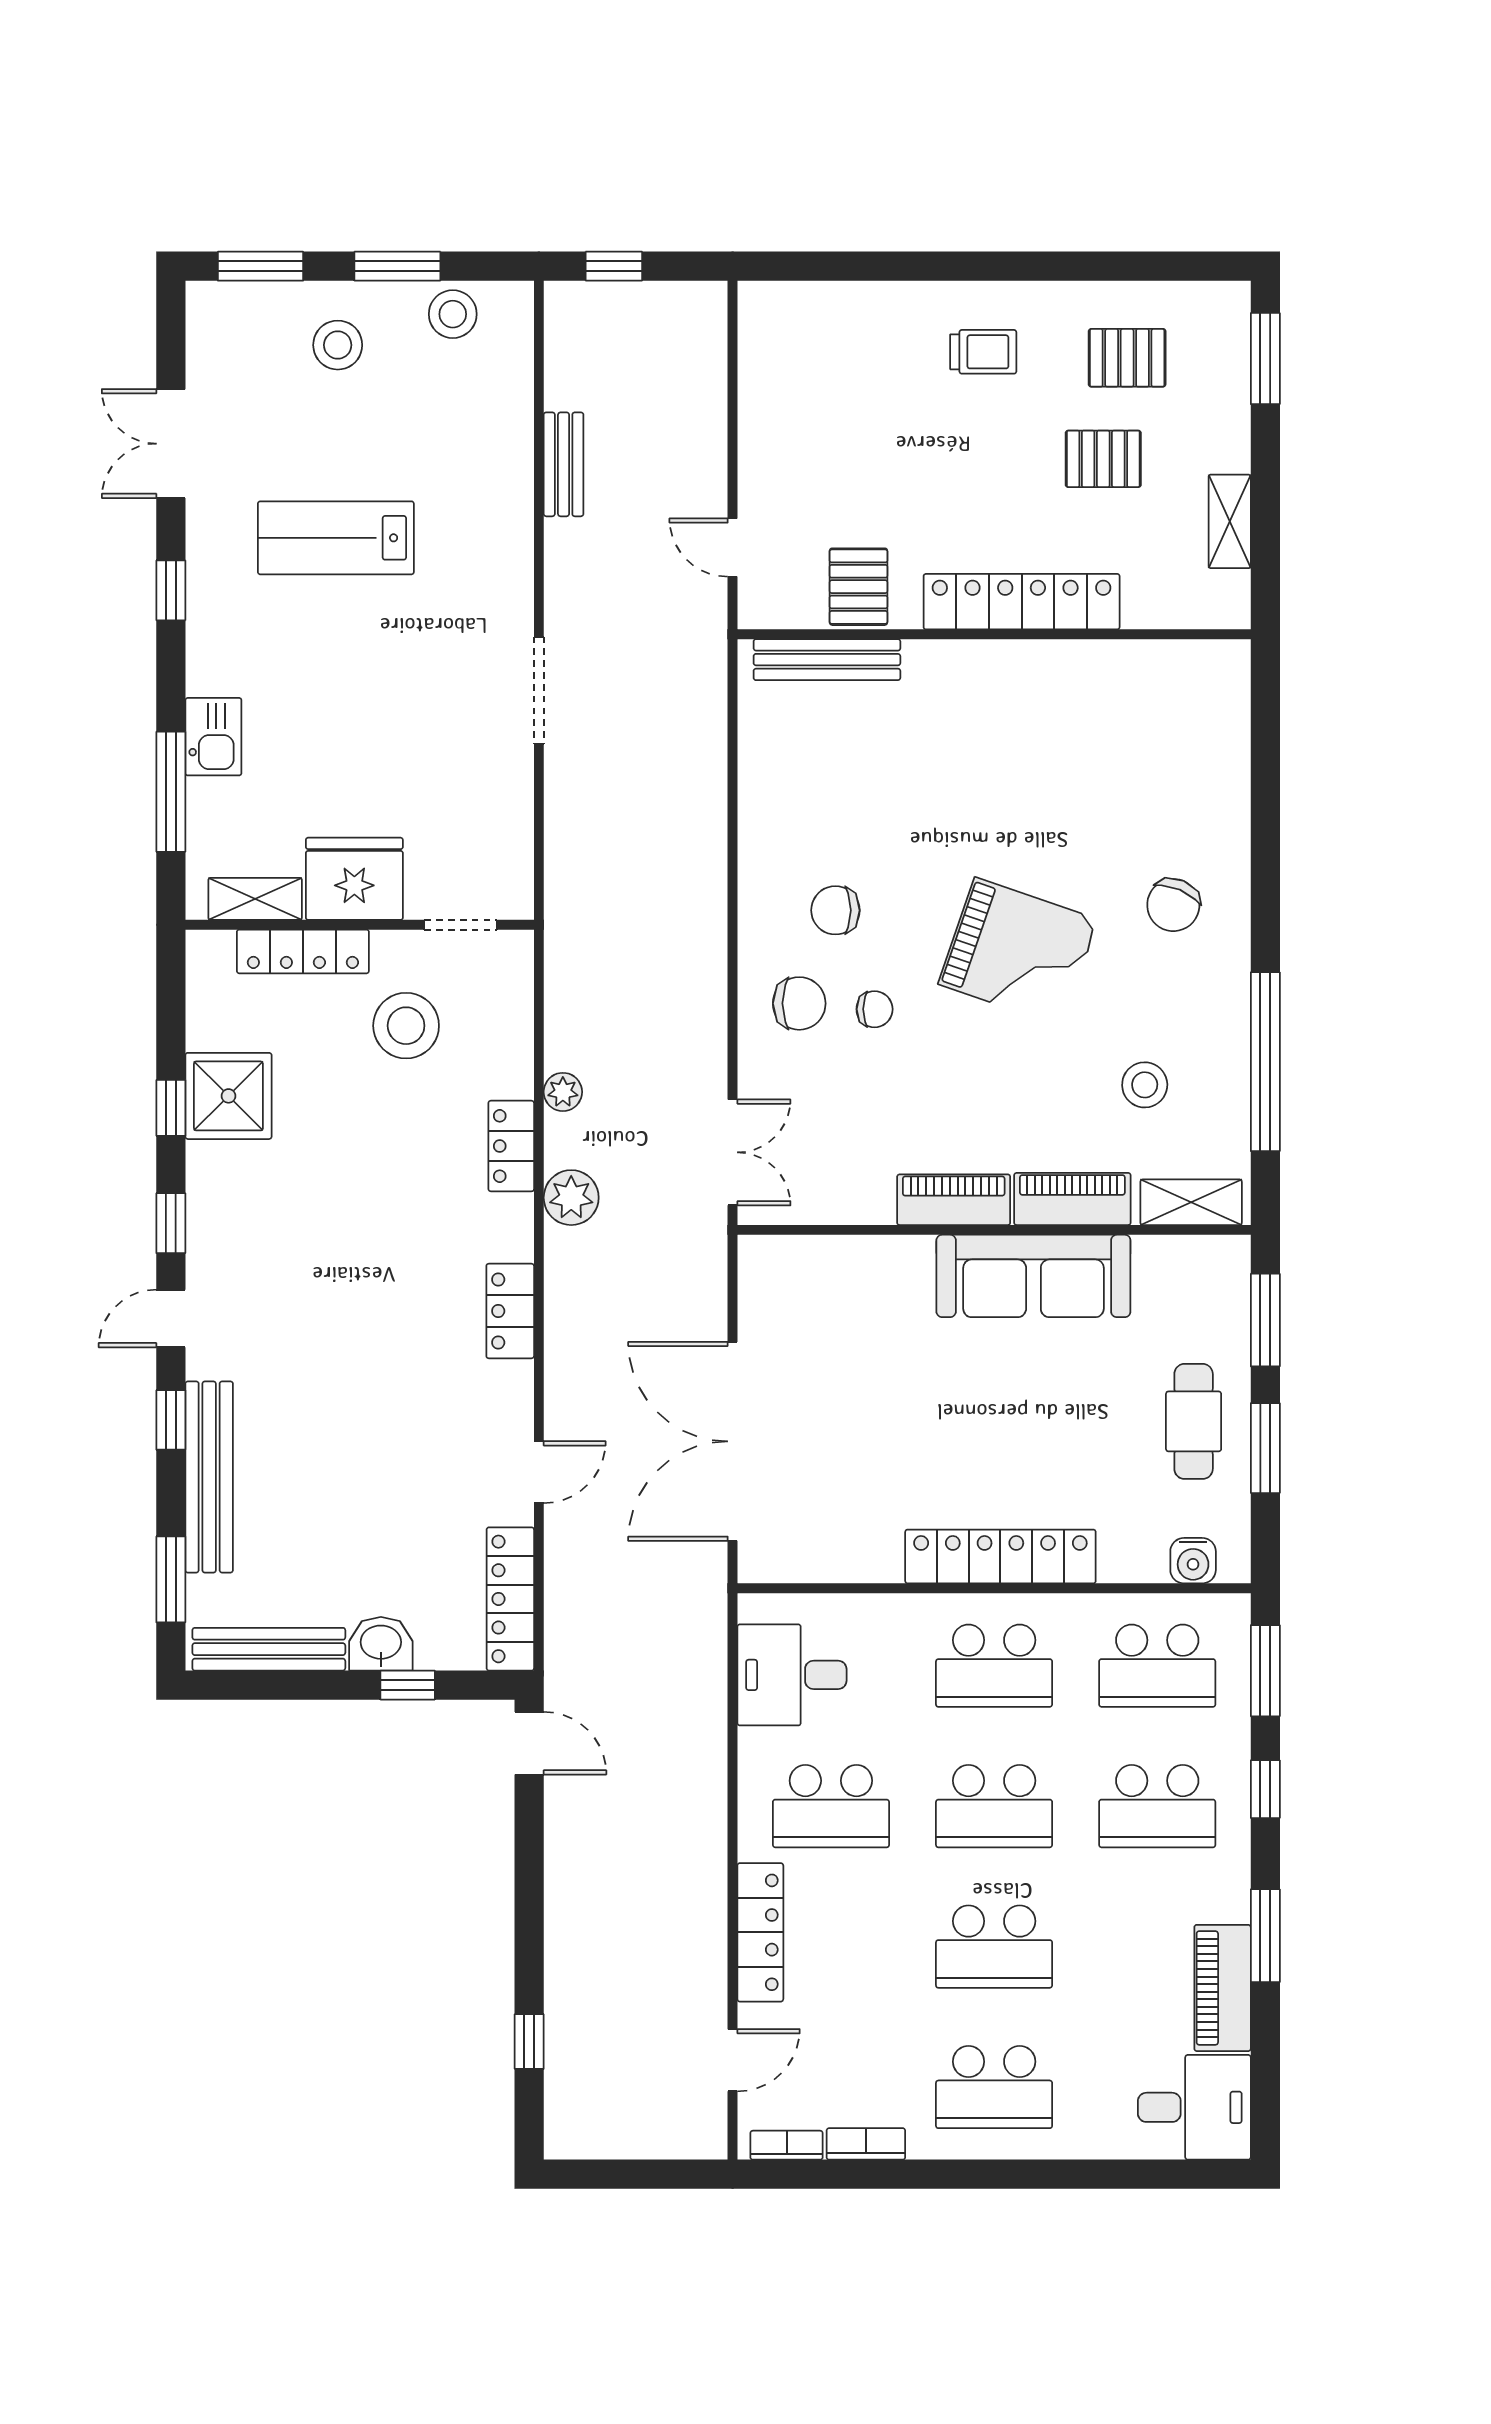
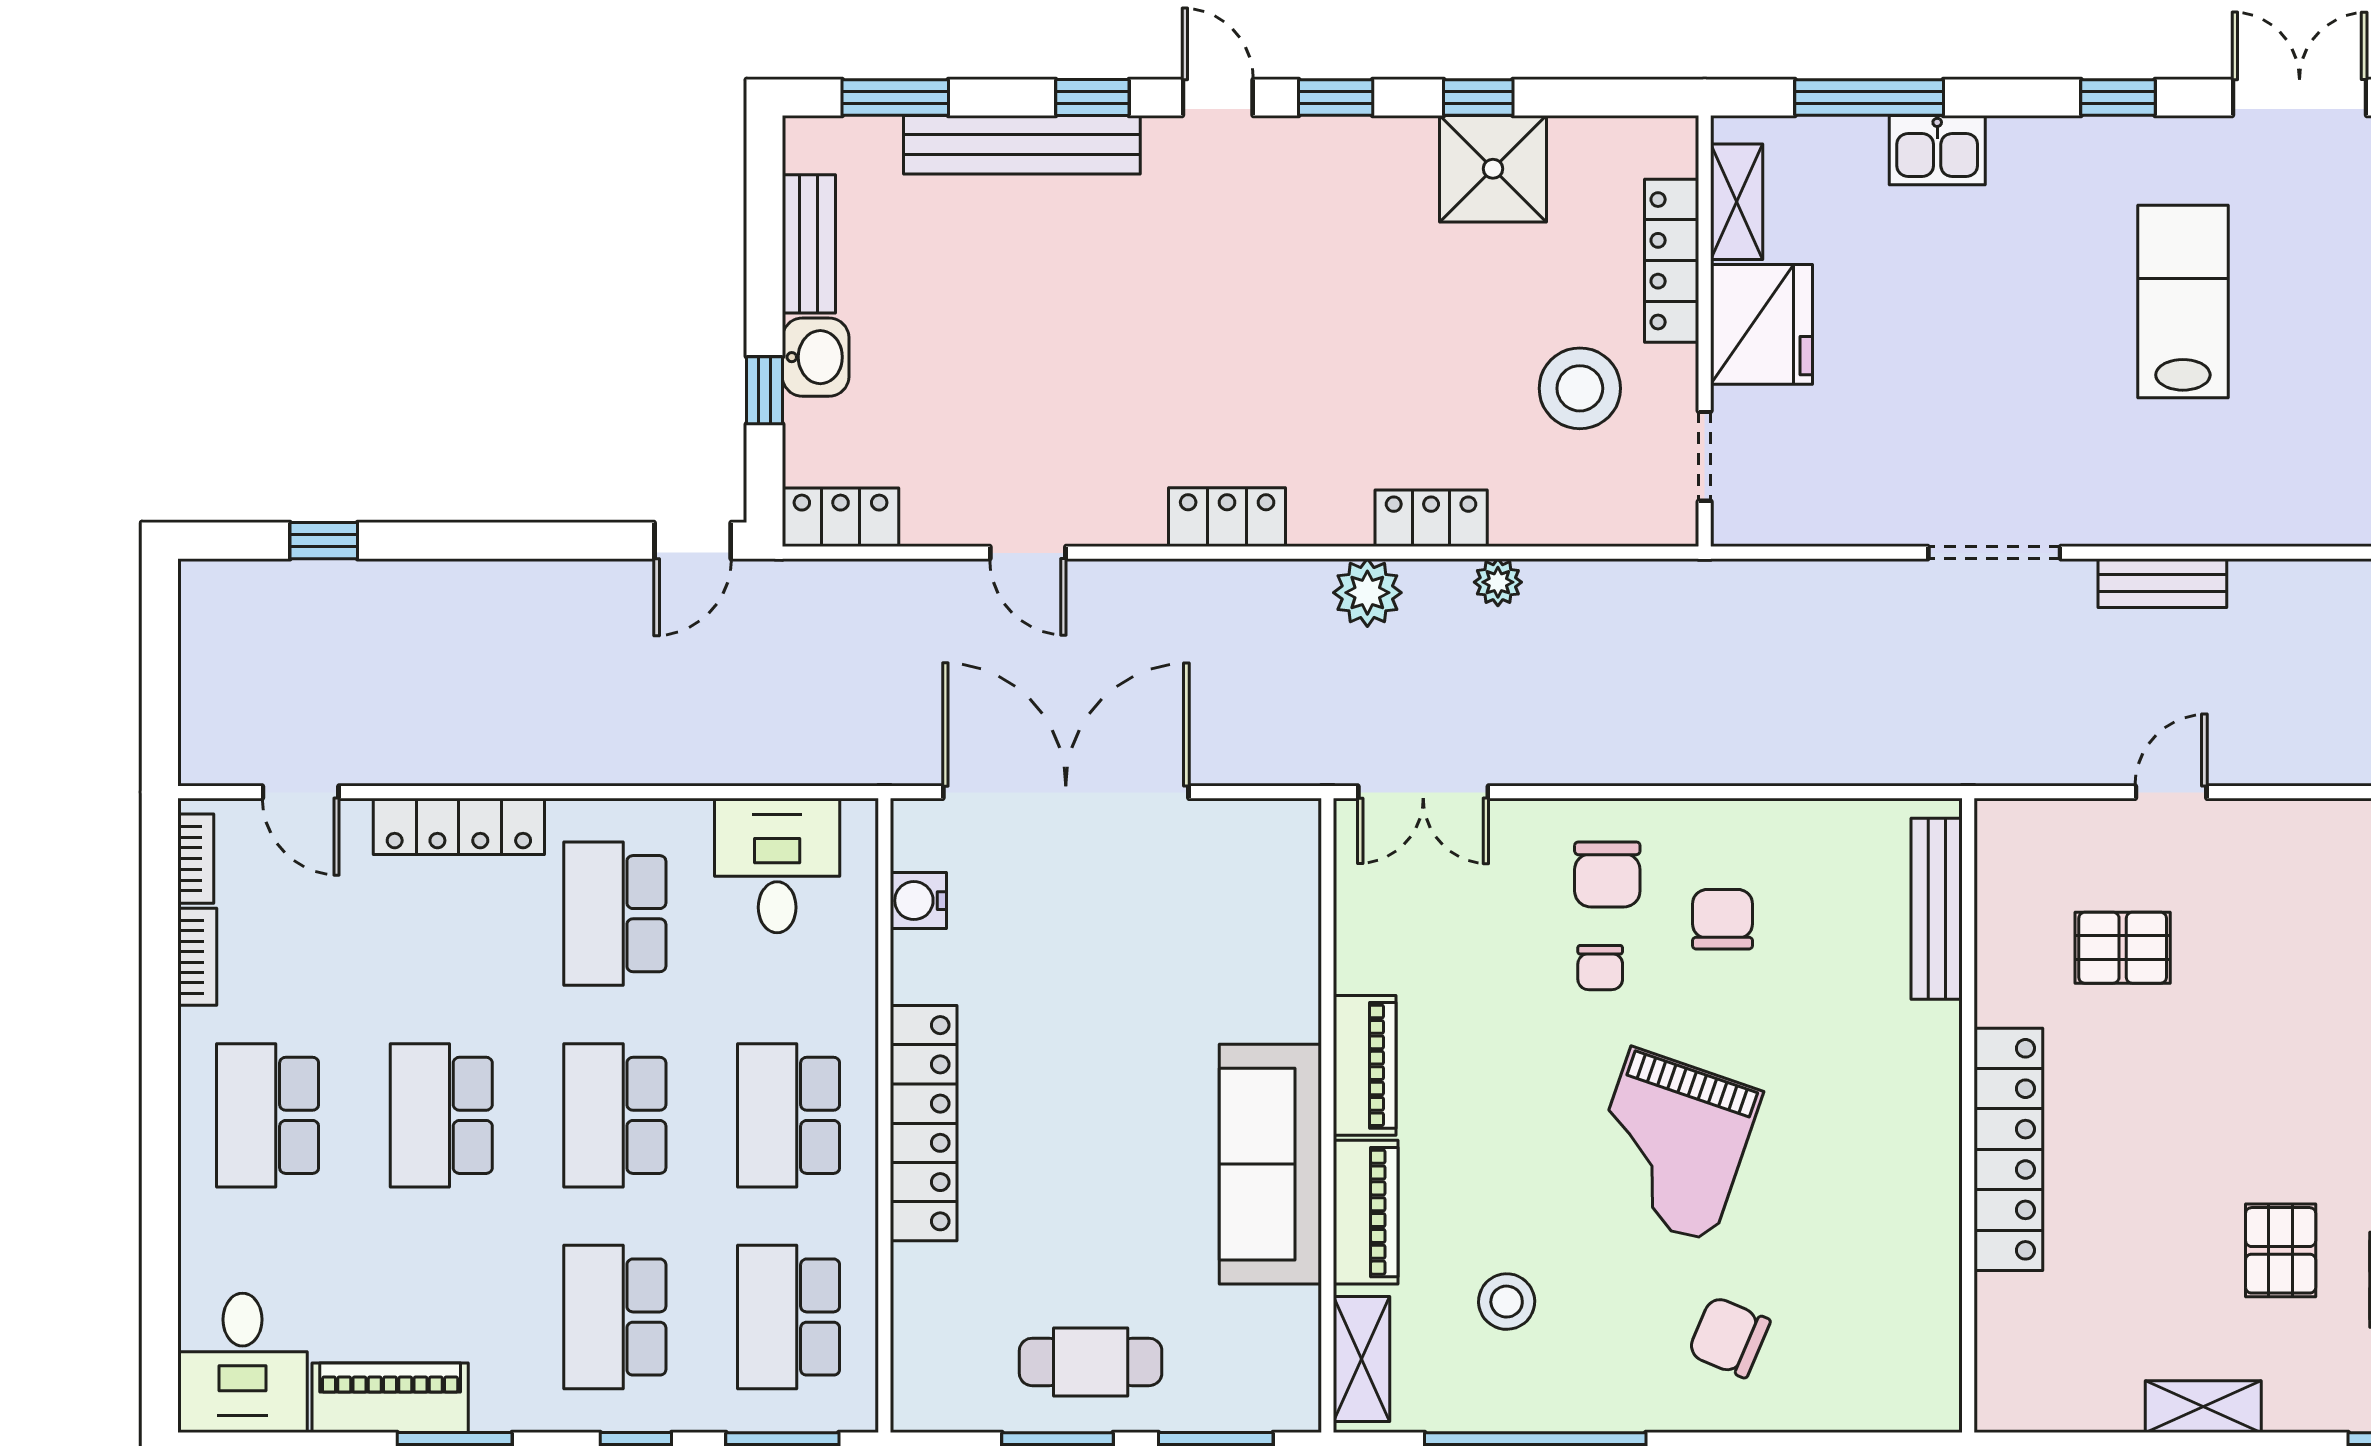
bench: (564, 464) -> (2162, 583), moved
locker: (1022, 602) -> (2008, 1149), moved
wall: (994, 634) -> (1968, 1115), moved
bench: (827, 660) -> (1937, 909), moved
water cooler: (1193, 1561) -> (918, 901), moved
locker: (510, 1599) -> (841, 517), width x0.66
bench: (269, 1649) -> (809, 244), width x0.73

